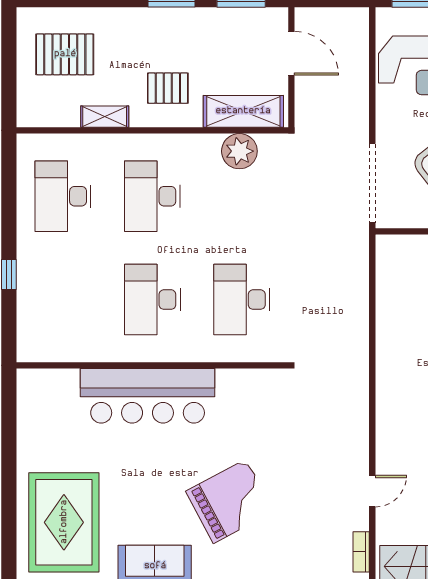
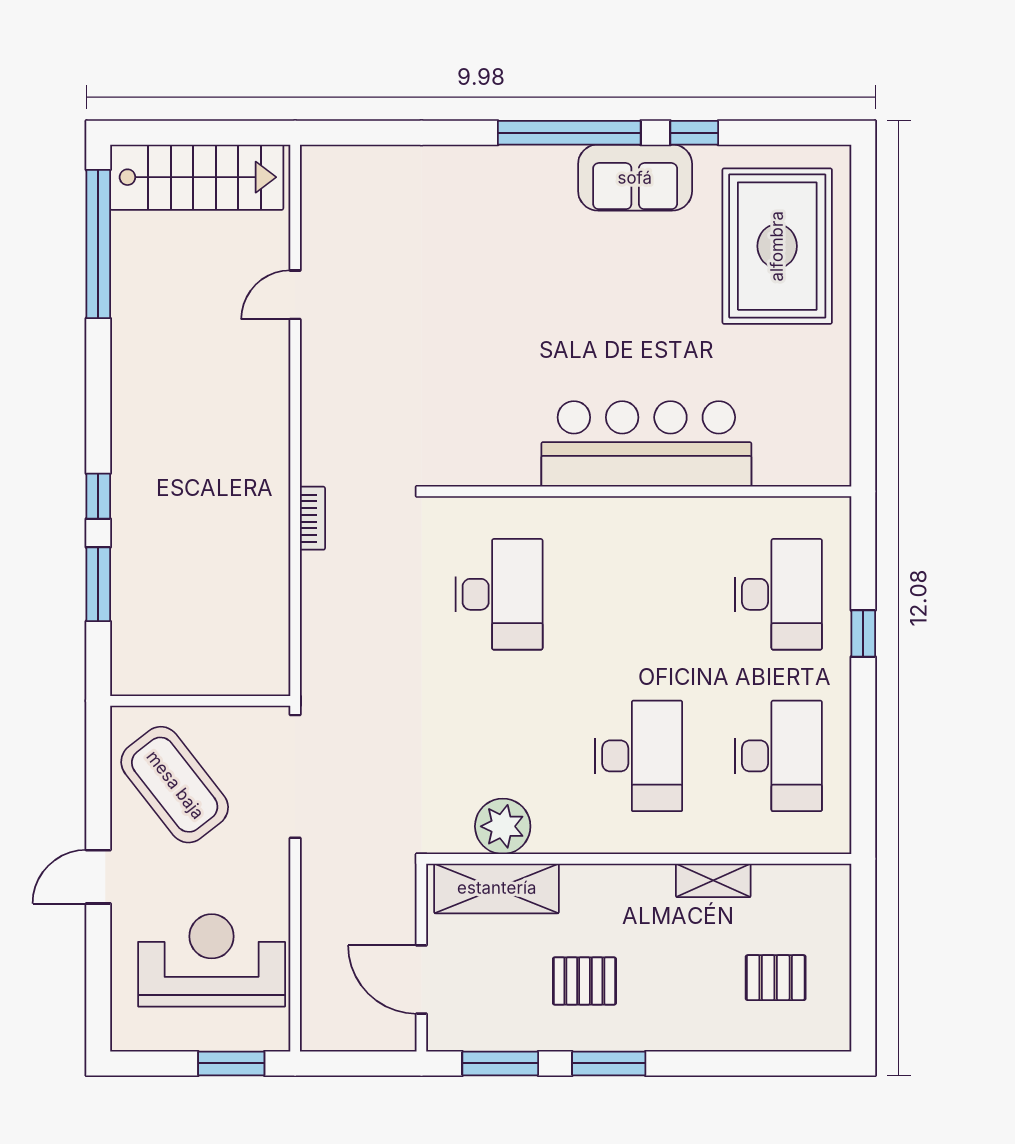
pallet: (65, 54) -> (776, 978), width x0.67, depth x0.71
pallet: (168, 88) -> (584, 981), moved
desk: (152, 300) -> (778, 594), moved
grand piano: (230, 501) -> (518, 279), removed
bookcase: (361, 552) -> (312, 518), moved

